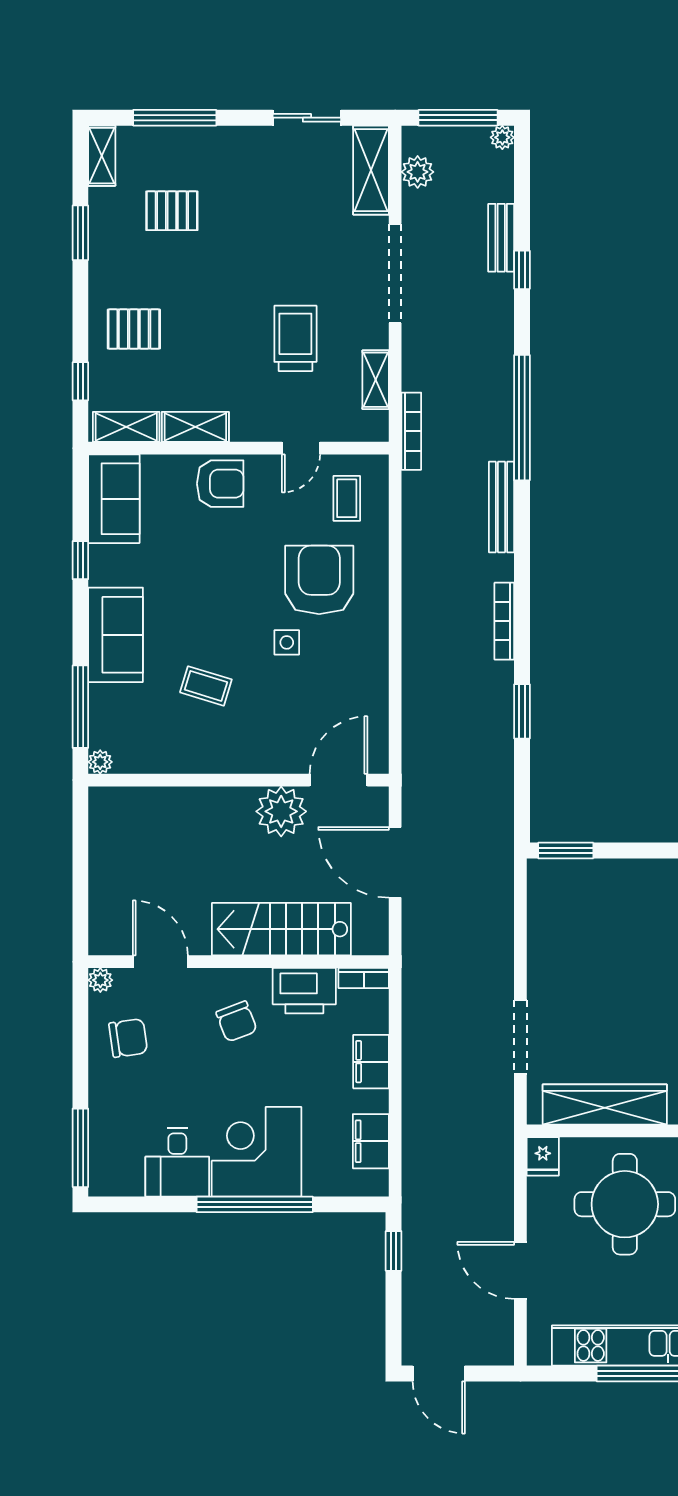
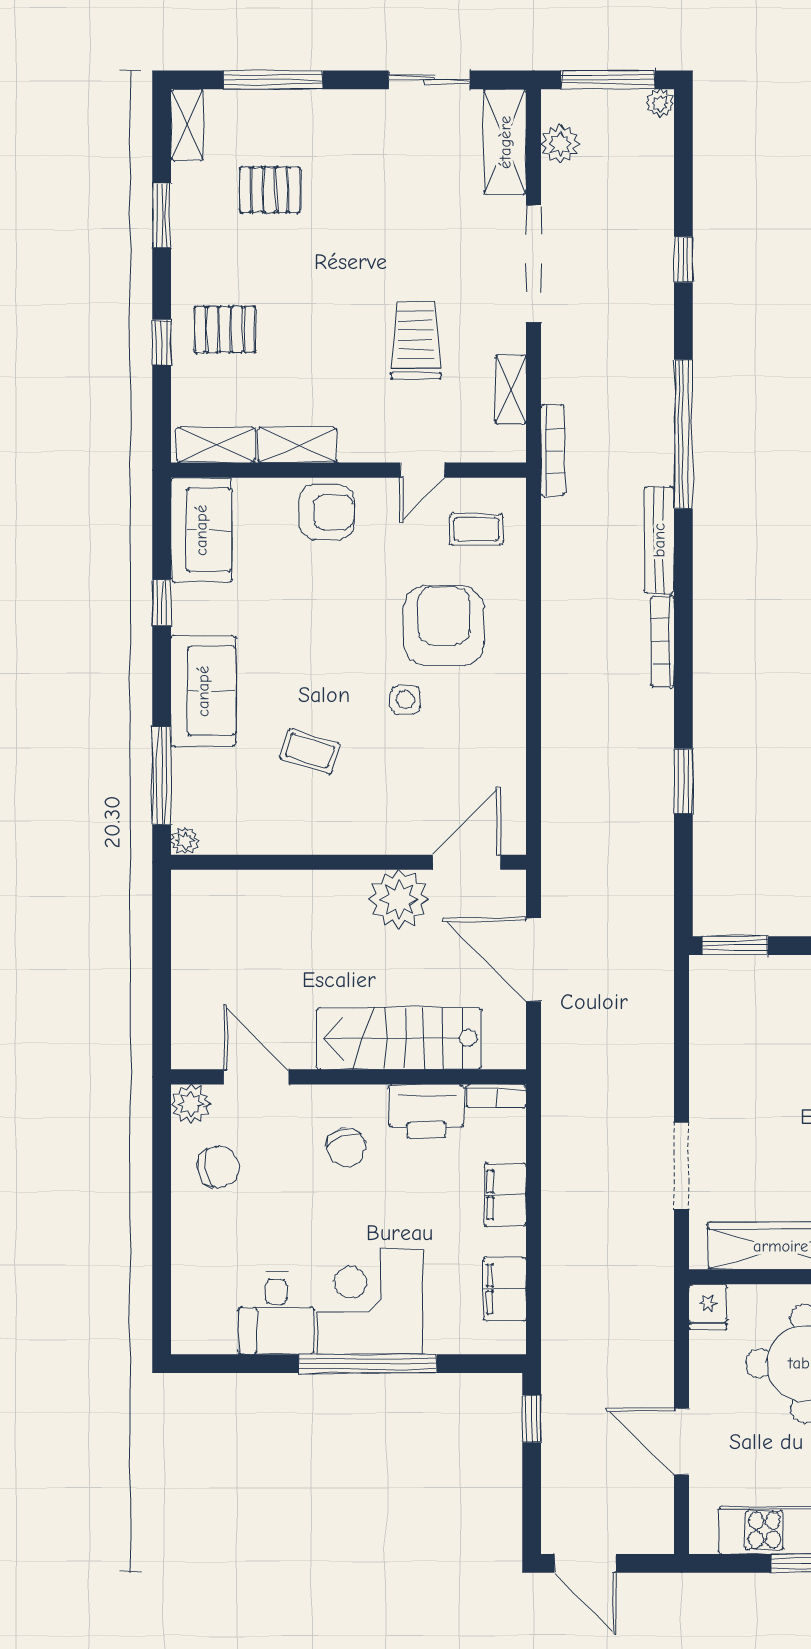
bench: (501, 238) -> (659, 222), removed
window: (80, 381) -> (162, 342), moved
coffee table: (347, 498) -> (476, 529), turned 90
bookcase: (504, 621) -> (663, 642), moved
plant: (100, 980) -> (191, 1104), width x1.38, depth x1.38
window: (80, 1148) -> (162, 1297), removed

